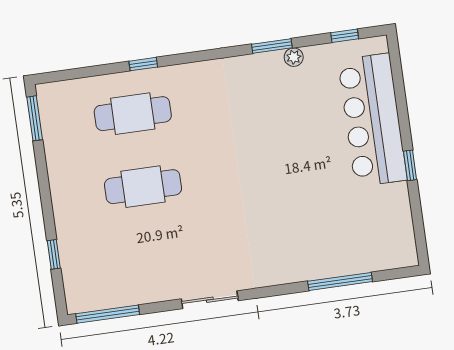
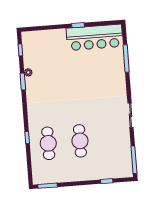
bar counter: (372, 120) -> (95, 37), moved

